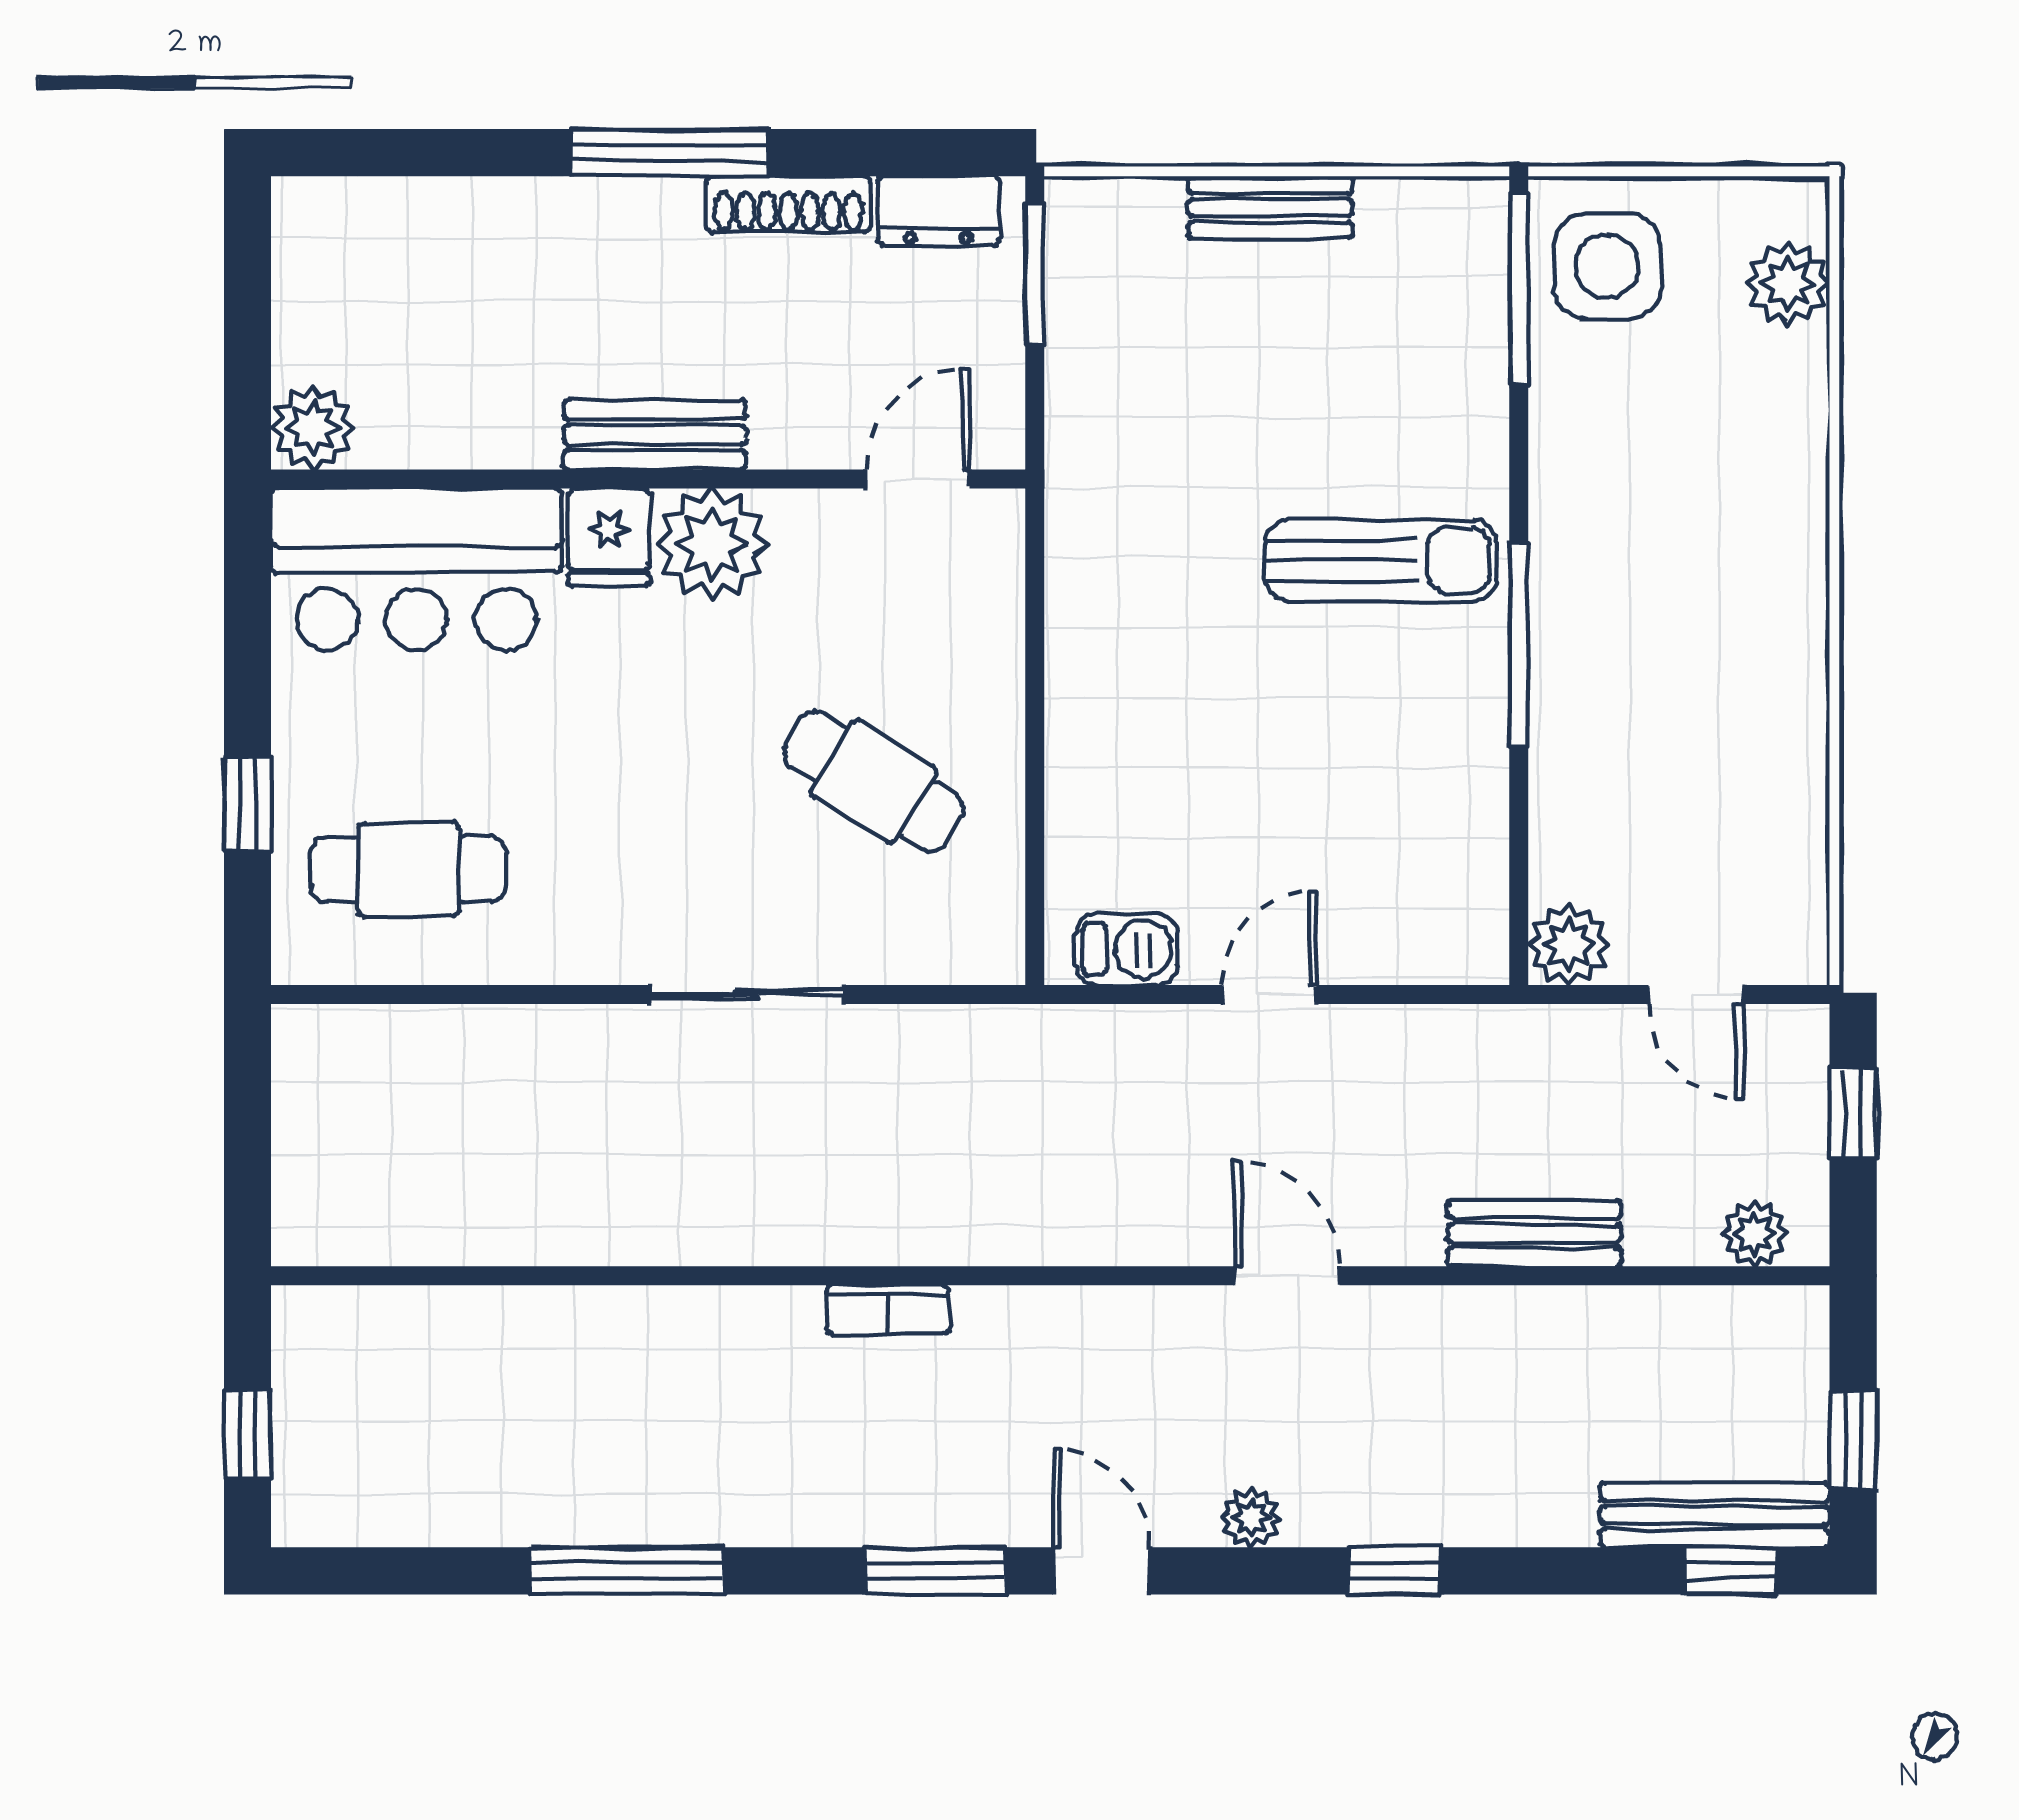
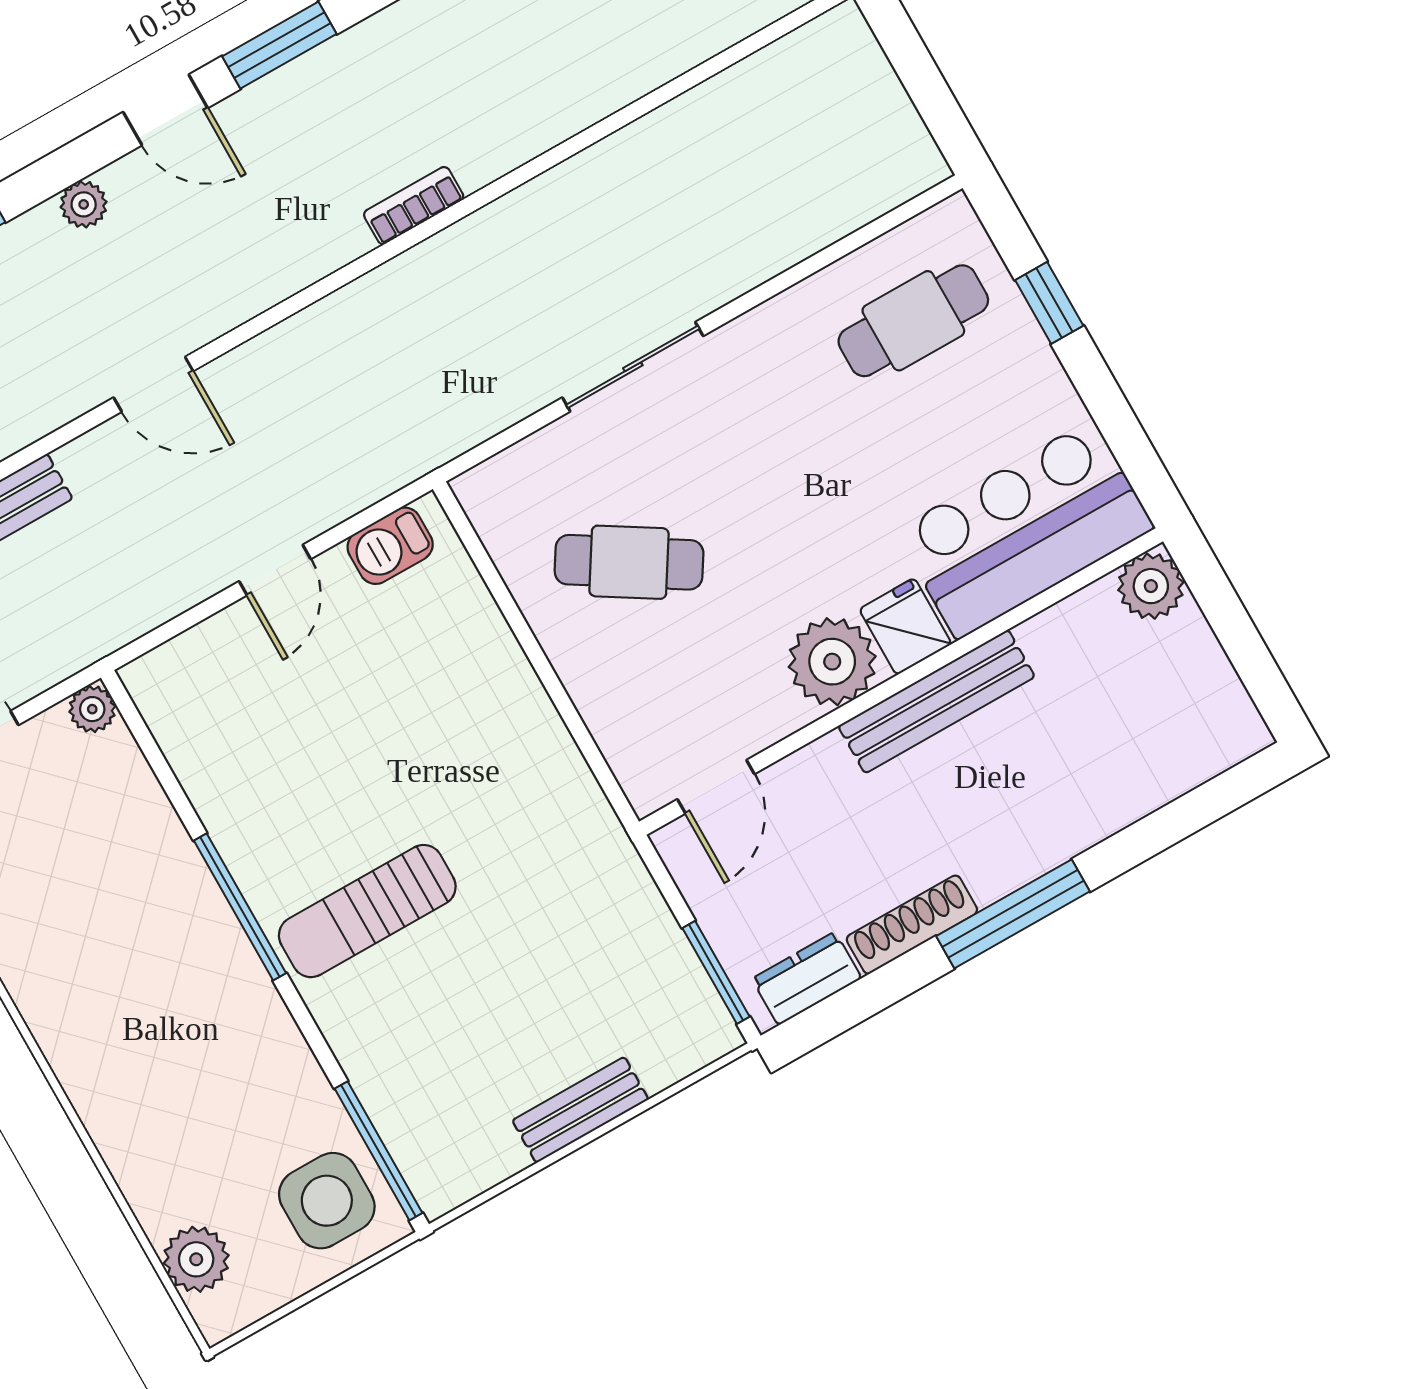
bench: (655, 435) -> (937, 701), width x1.36
plant: (1569, 945) -> (92, 709), width x0.73, depth x0.73

